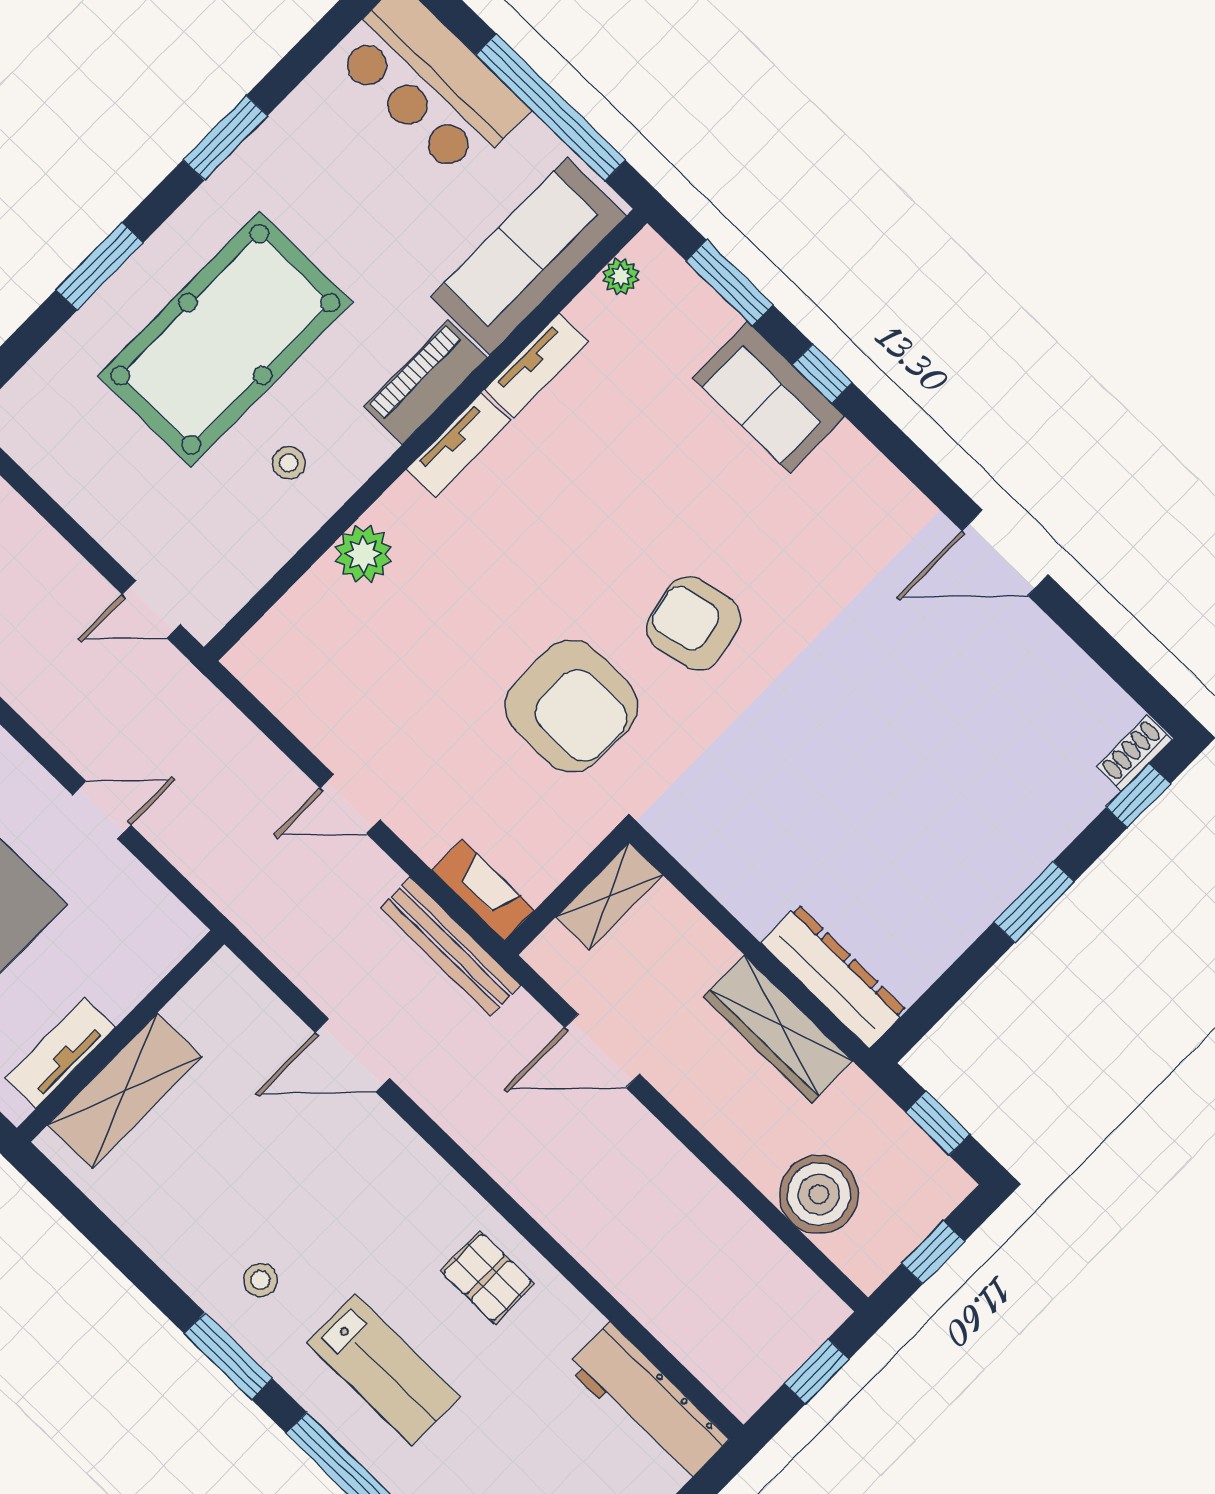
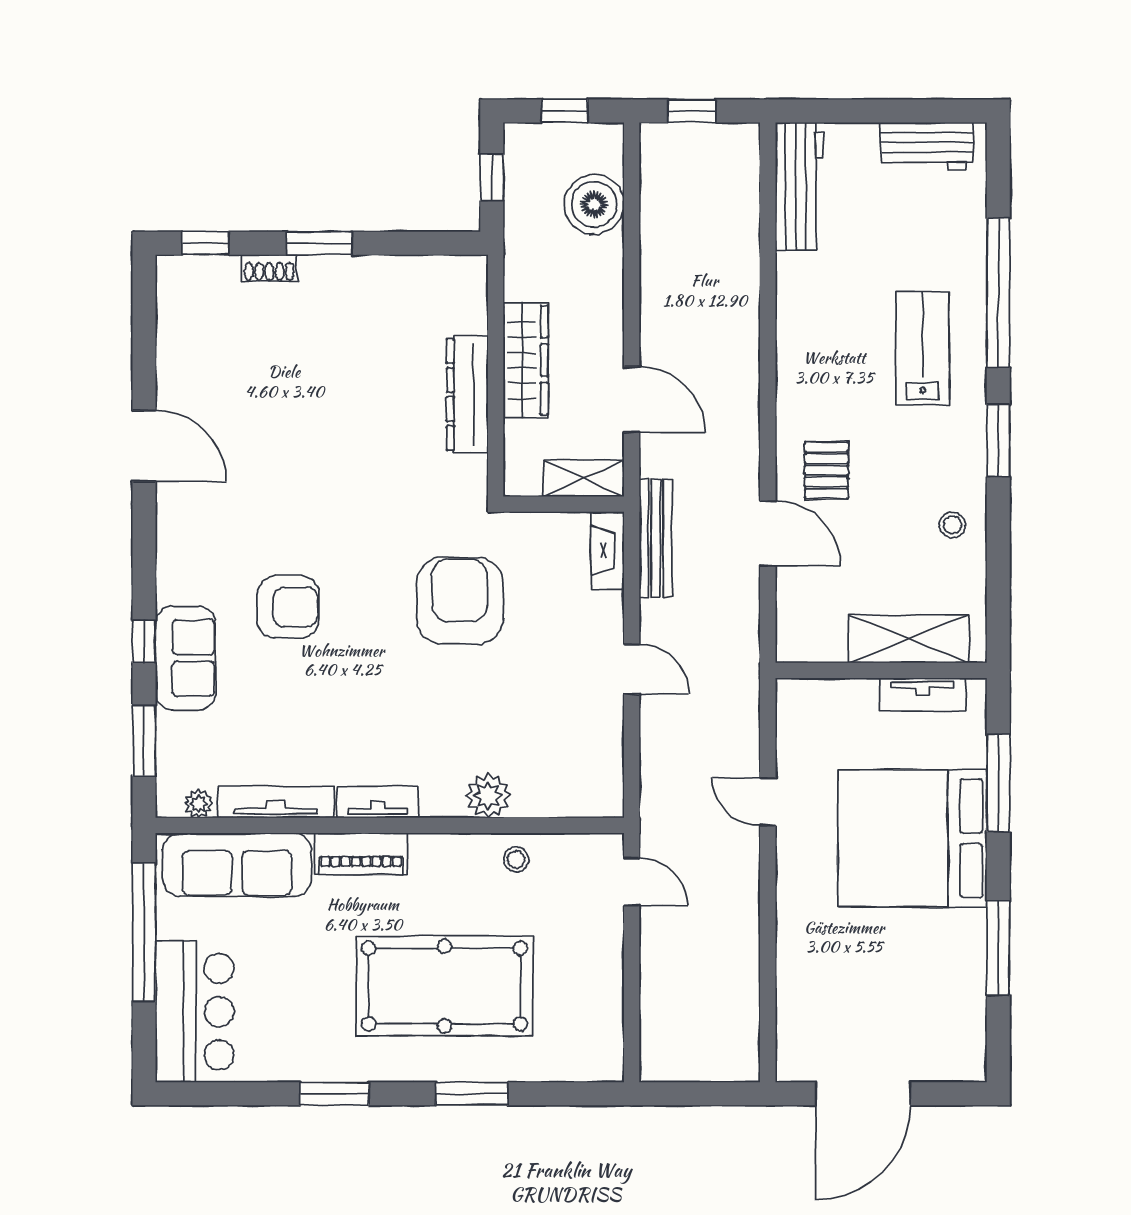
tv unit: (536, 365) -> (276, 802), width x1.41
stool: (289, 463) -> (516, 859), moved
armchair: (694, 623) -> (288, 607), moved, turned -78
shoe rack: (1134, 753) -> (269, 268), moved
shelving: (609, 896) -> (584, 478), moved
dresser: (834, 977) -> (467, 395), moved
wardrobe: (778, 1029) -> (526, 360), moved
pallet: (487, 1277) -> (826, 470), moved
stool: (260, 1280) -> (952, 525), moved

